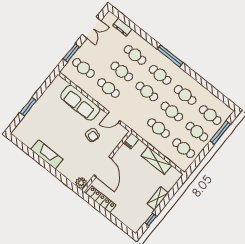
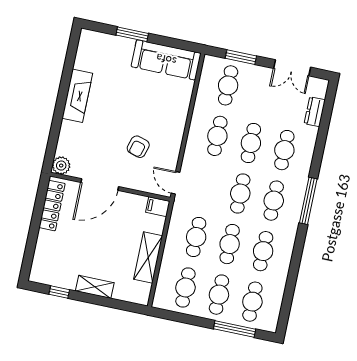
sofa: (80, 103) -> (166, 60), moved, turned -90
door: (114, 117) -> (176, 183), moved

